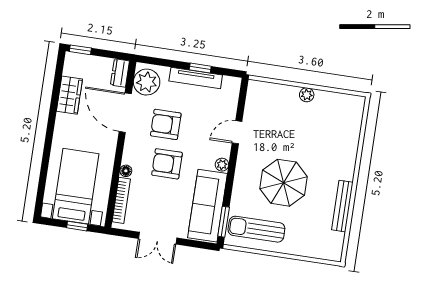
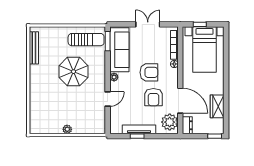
armchair: (166, 124) -> (153, 97), turned 90
bench: (342, 206) -> (34, 48), moved

